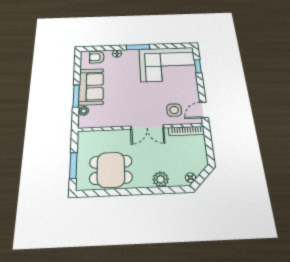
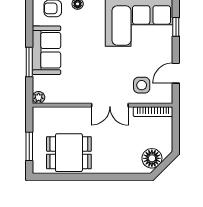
door: (204, 110) -> (176, 73), moved
plant: (84, 111) -> (39, 97), moved
floor lamp: (190, 178) -> (152, 158), width x1.89, depth x1.89
plant: (161, 179) -> (121, 165), removed

